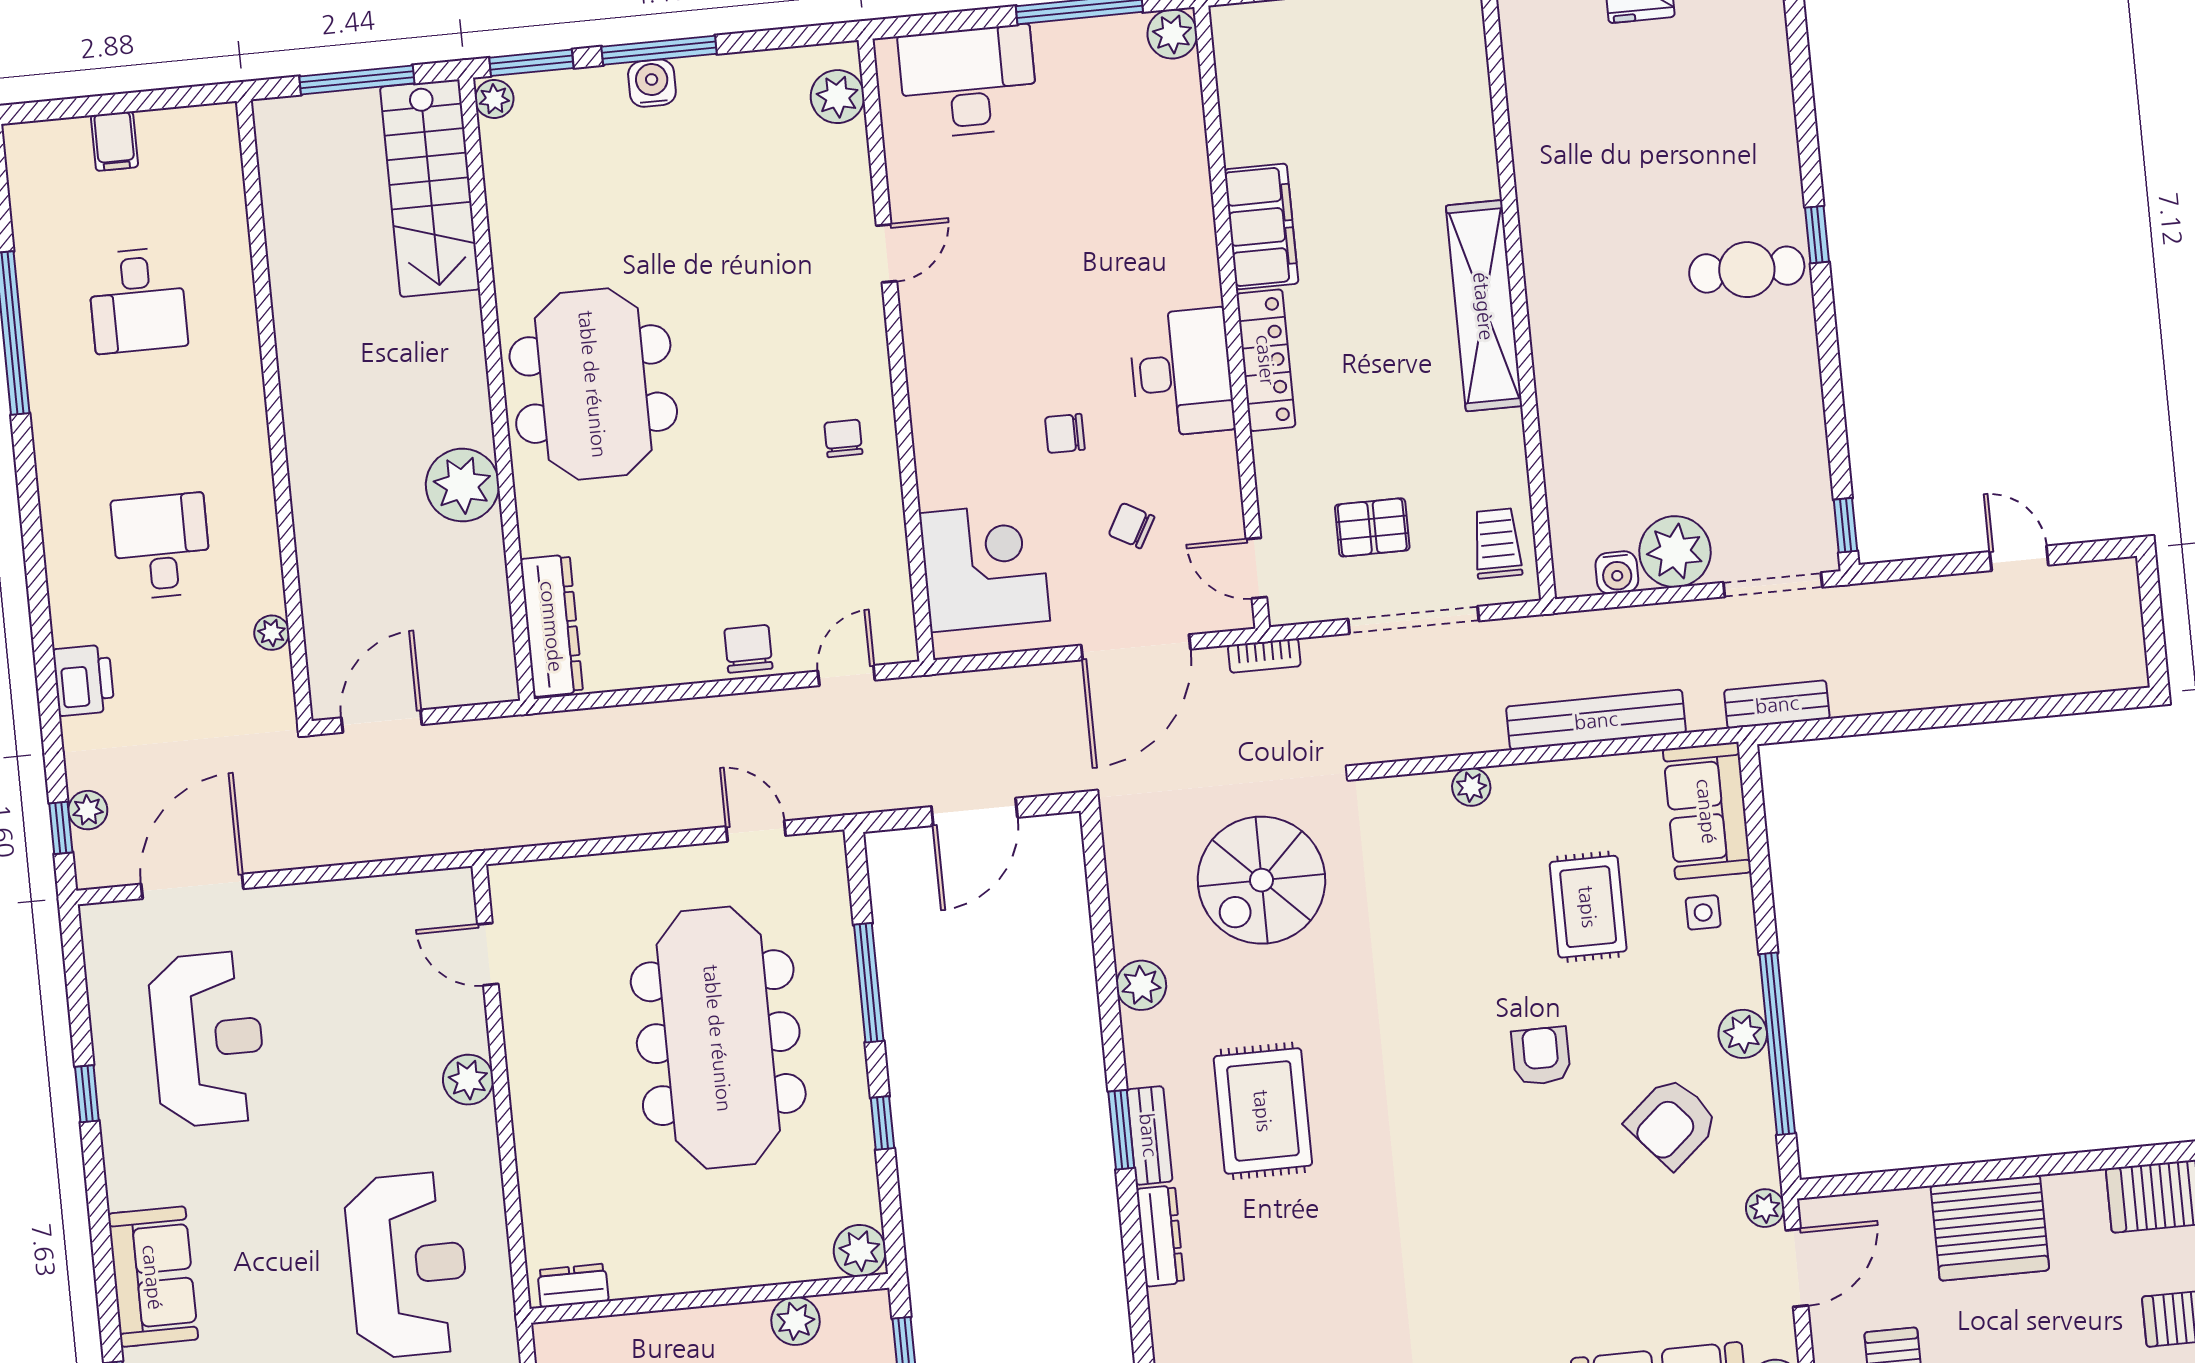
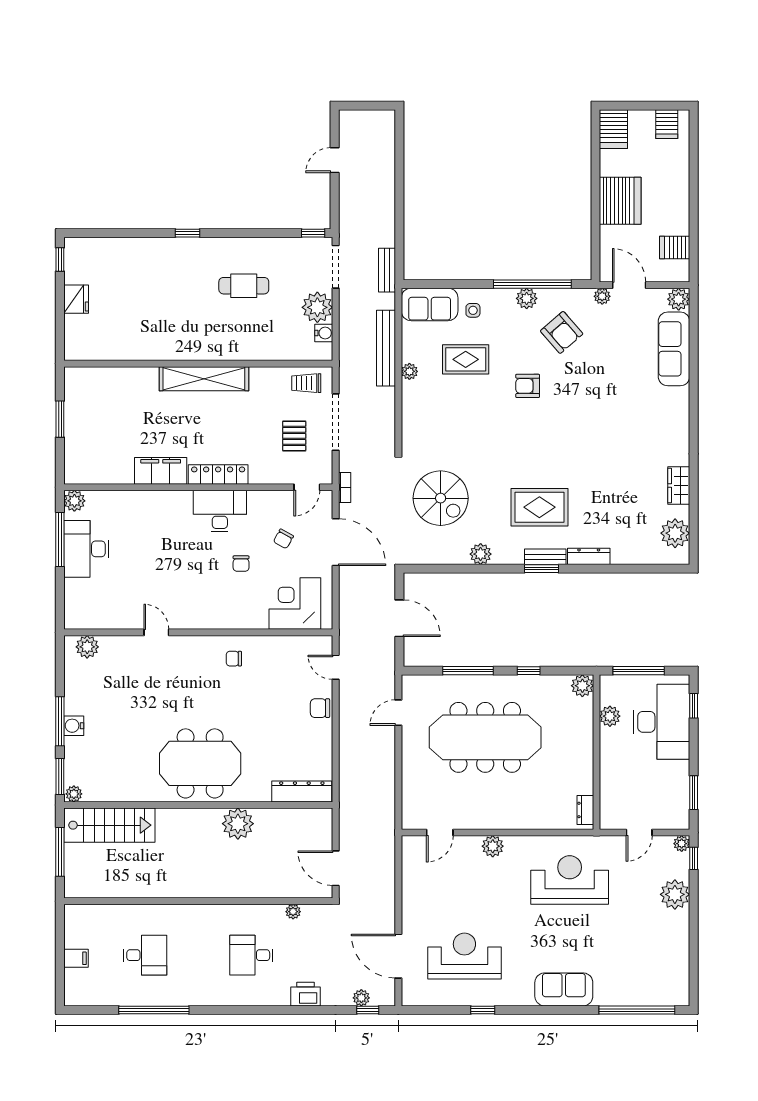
desk: (968, 82) -> (86, 549), moved
cafe table: (1747, 270) -> (244, 286), moved, turned 90
plant: (1471, 787) -> (409, 371), moved

